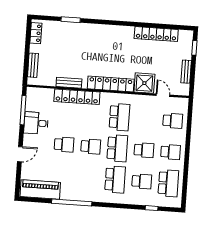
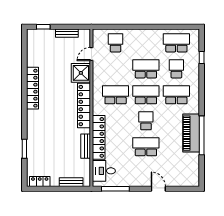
locker: (156, 34) -> (32, 88), moved
desk: (36, 123) -> (104, 171), moved, turned 90
school desk: (64, 145) -> (146, 147), width x1.85
school desk: (144, 150) -> (146, 69), width x1.85
school desk: (171, 152) -> (146, 43), removed
piano: (40, 189) -> (191, 133), moved

